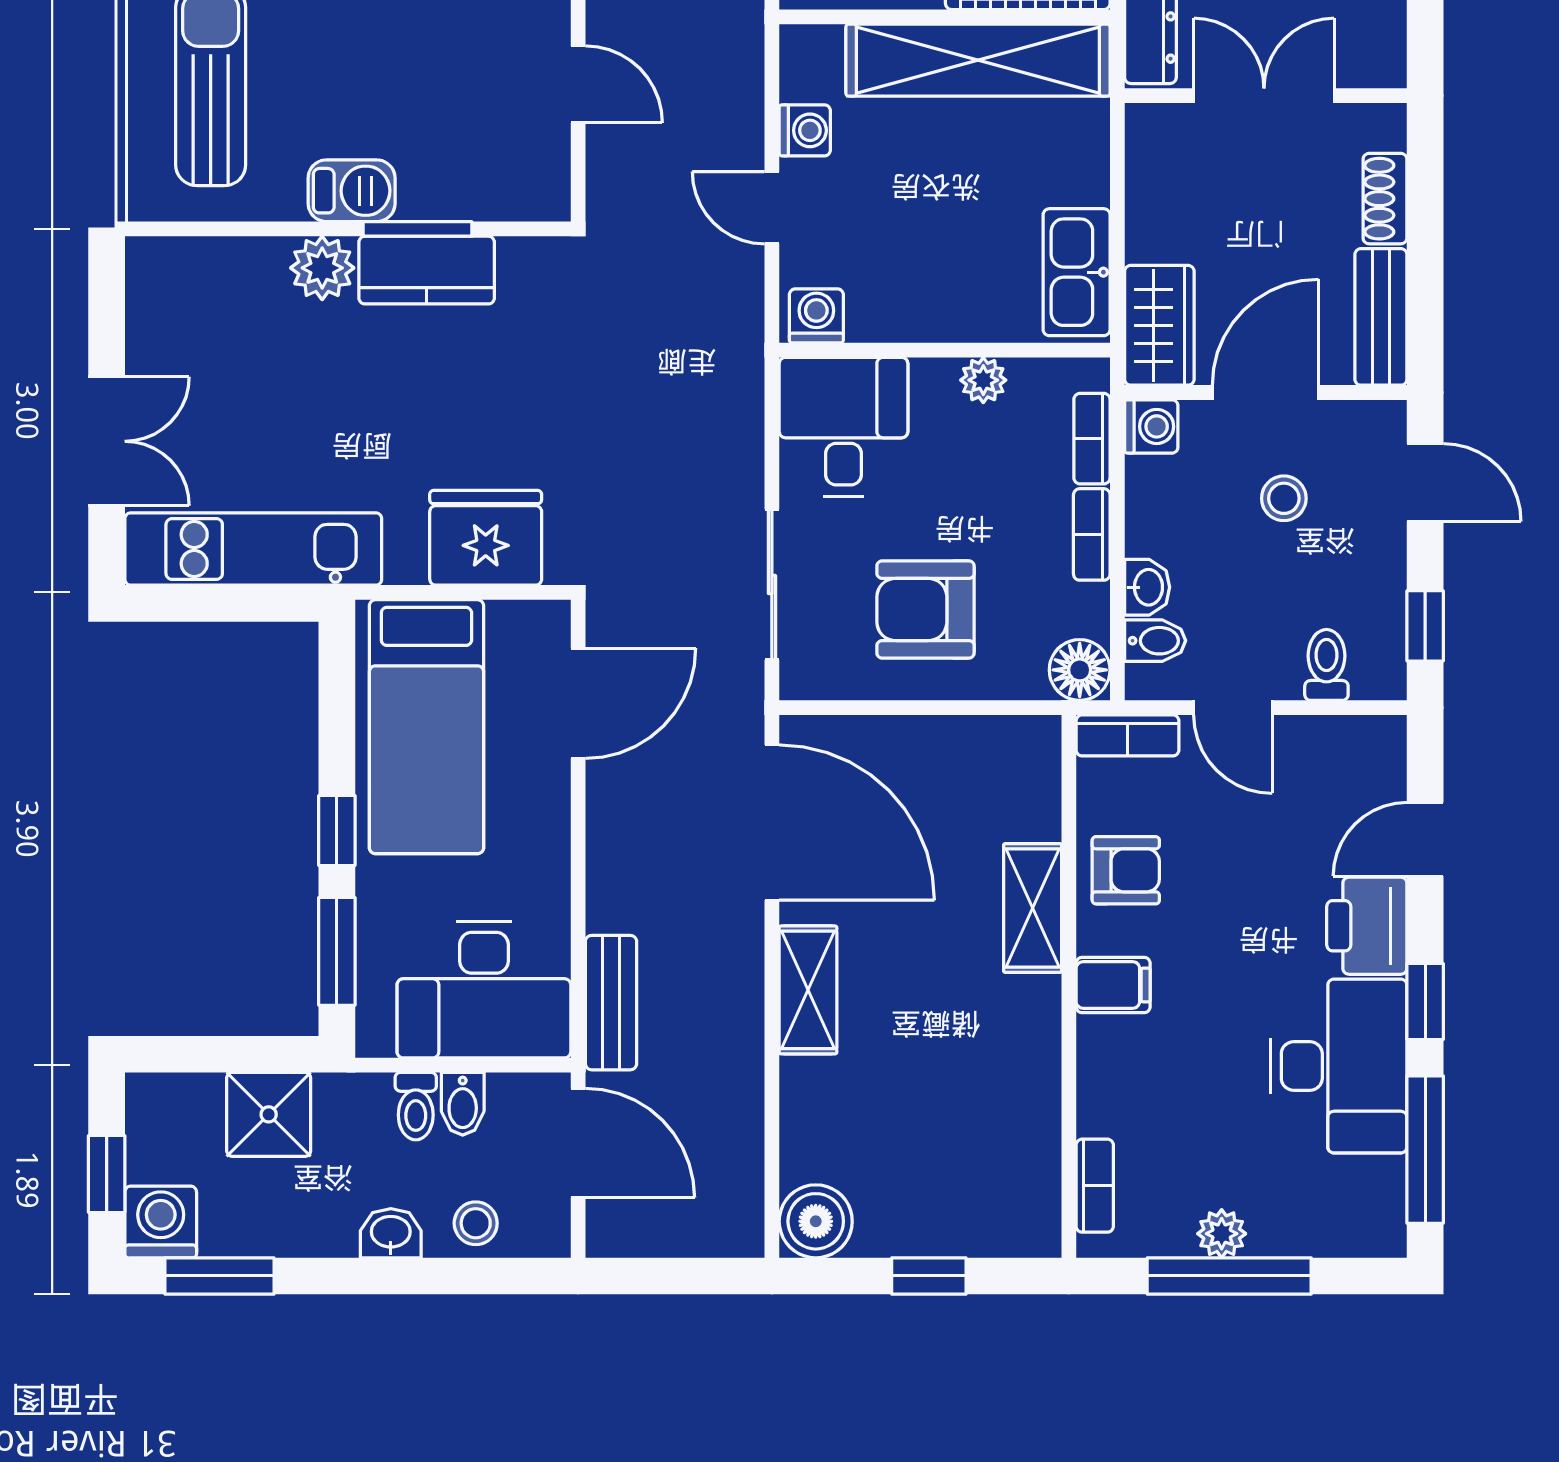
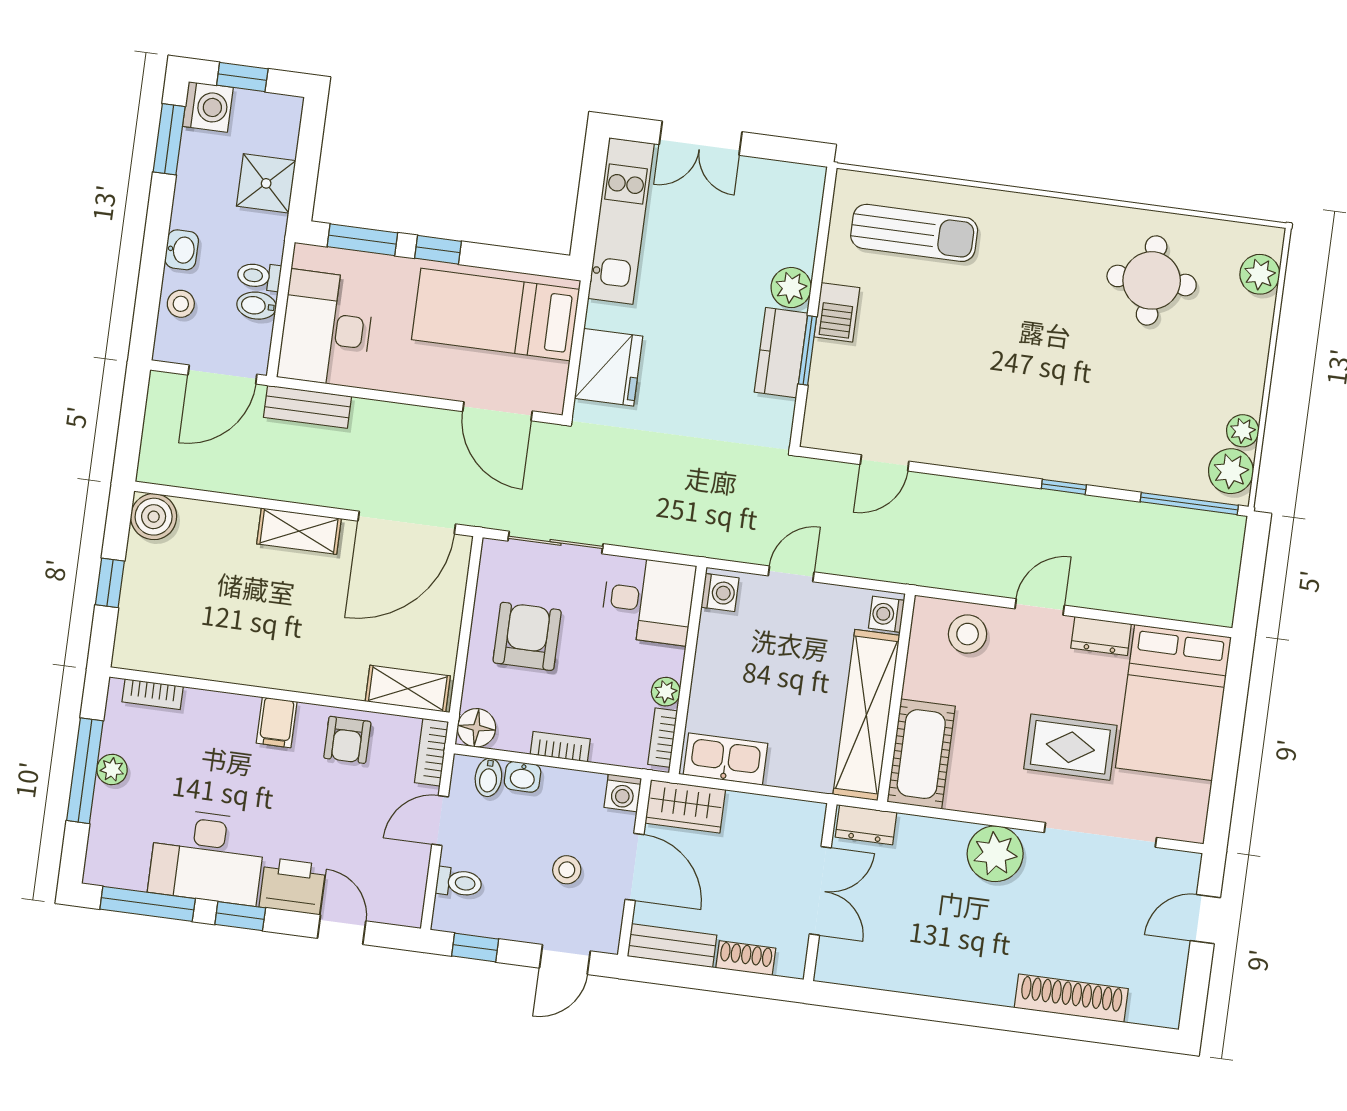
washing machine: (805, 130) -> (886, 614), moved, turned 90
bookcase: (1092, 439) -> (663, 738), moved, turned -90
shelving: (1033, 908) -> (408, 689), moved

